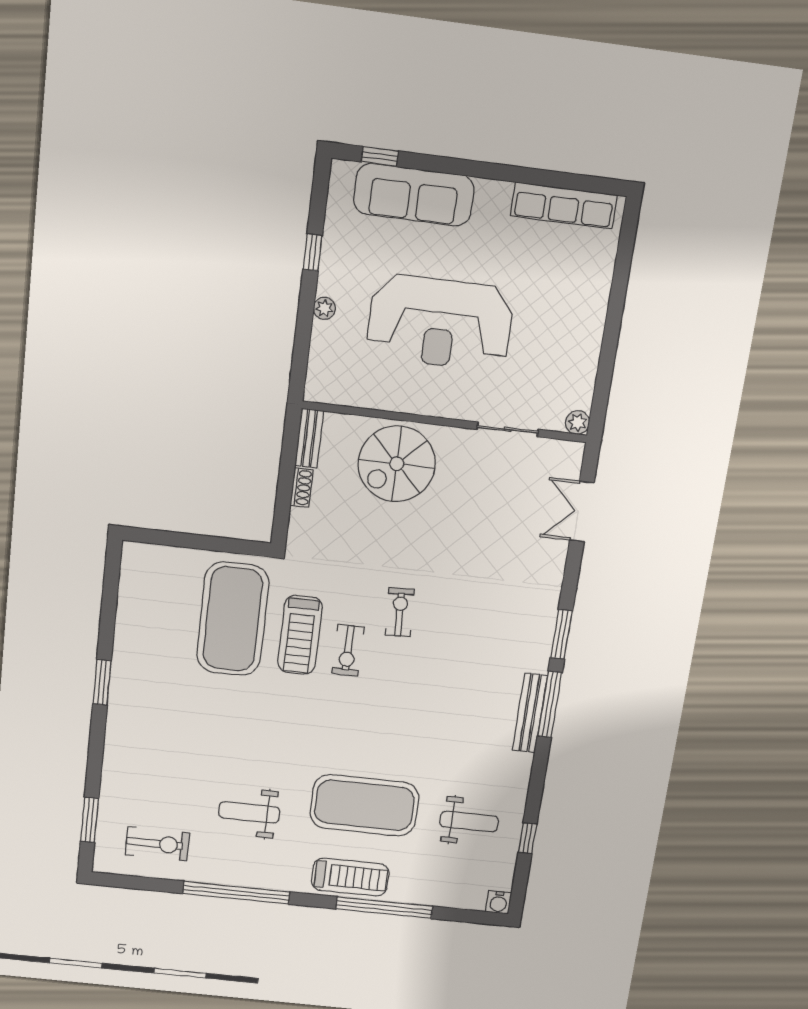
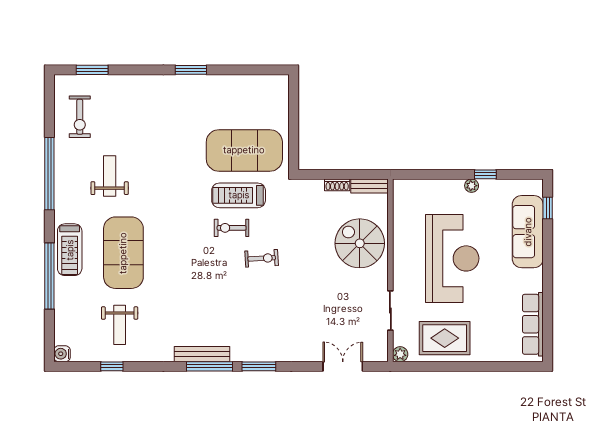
plant: (324, 308) -> (472, 186), moved
reception desk: (440, 323) -> (452, 258), turned 180
rug: (564, 350) -> (445, 338), added

